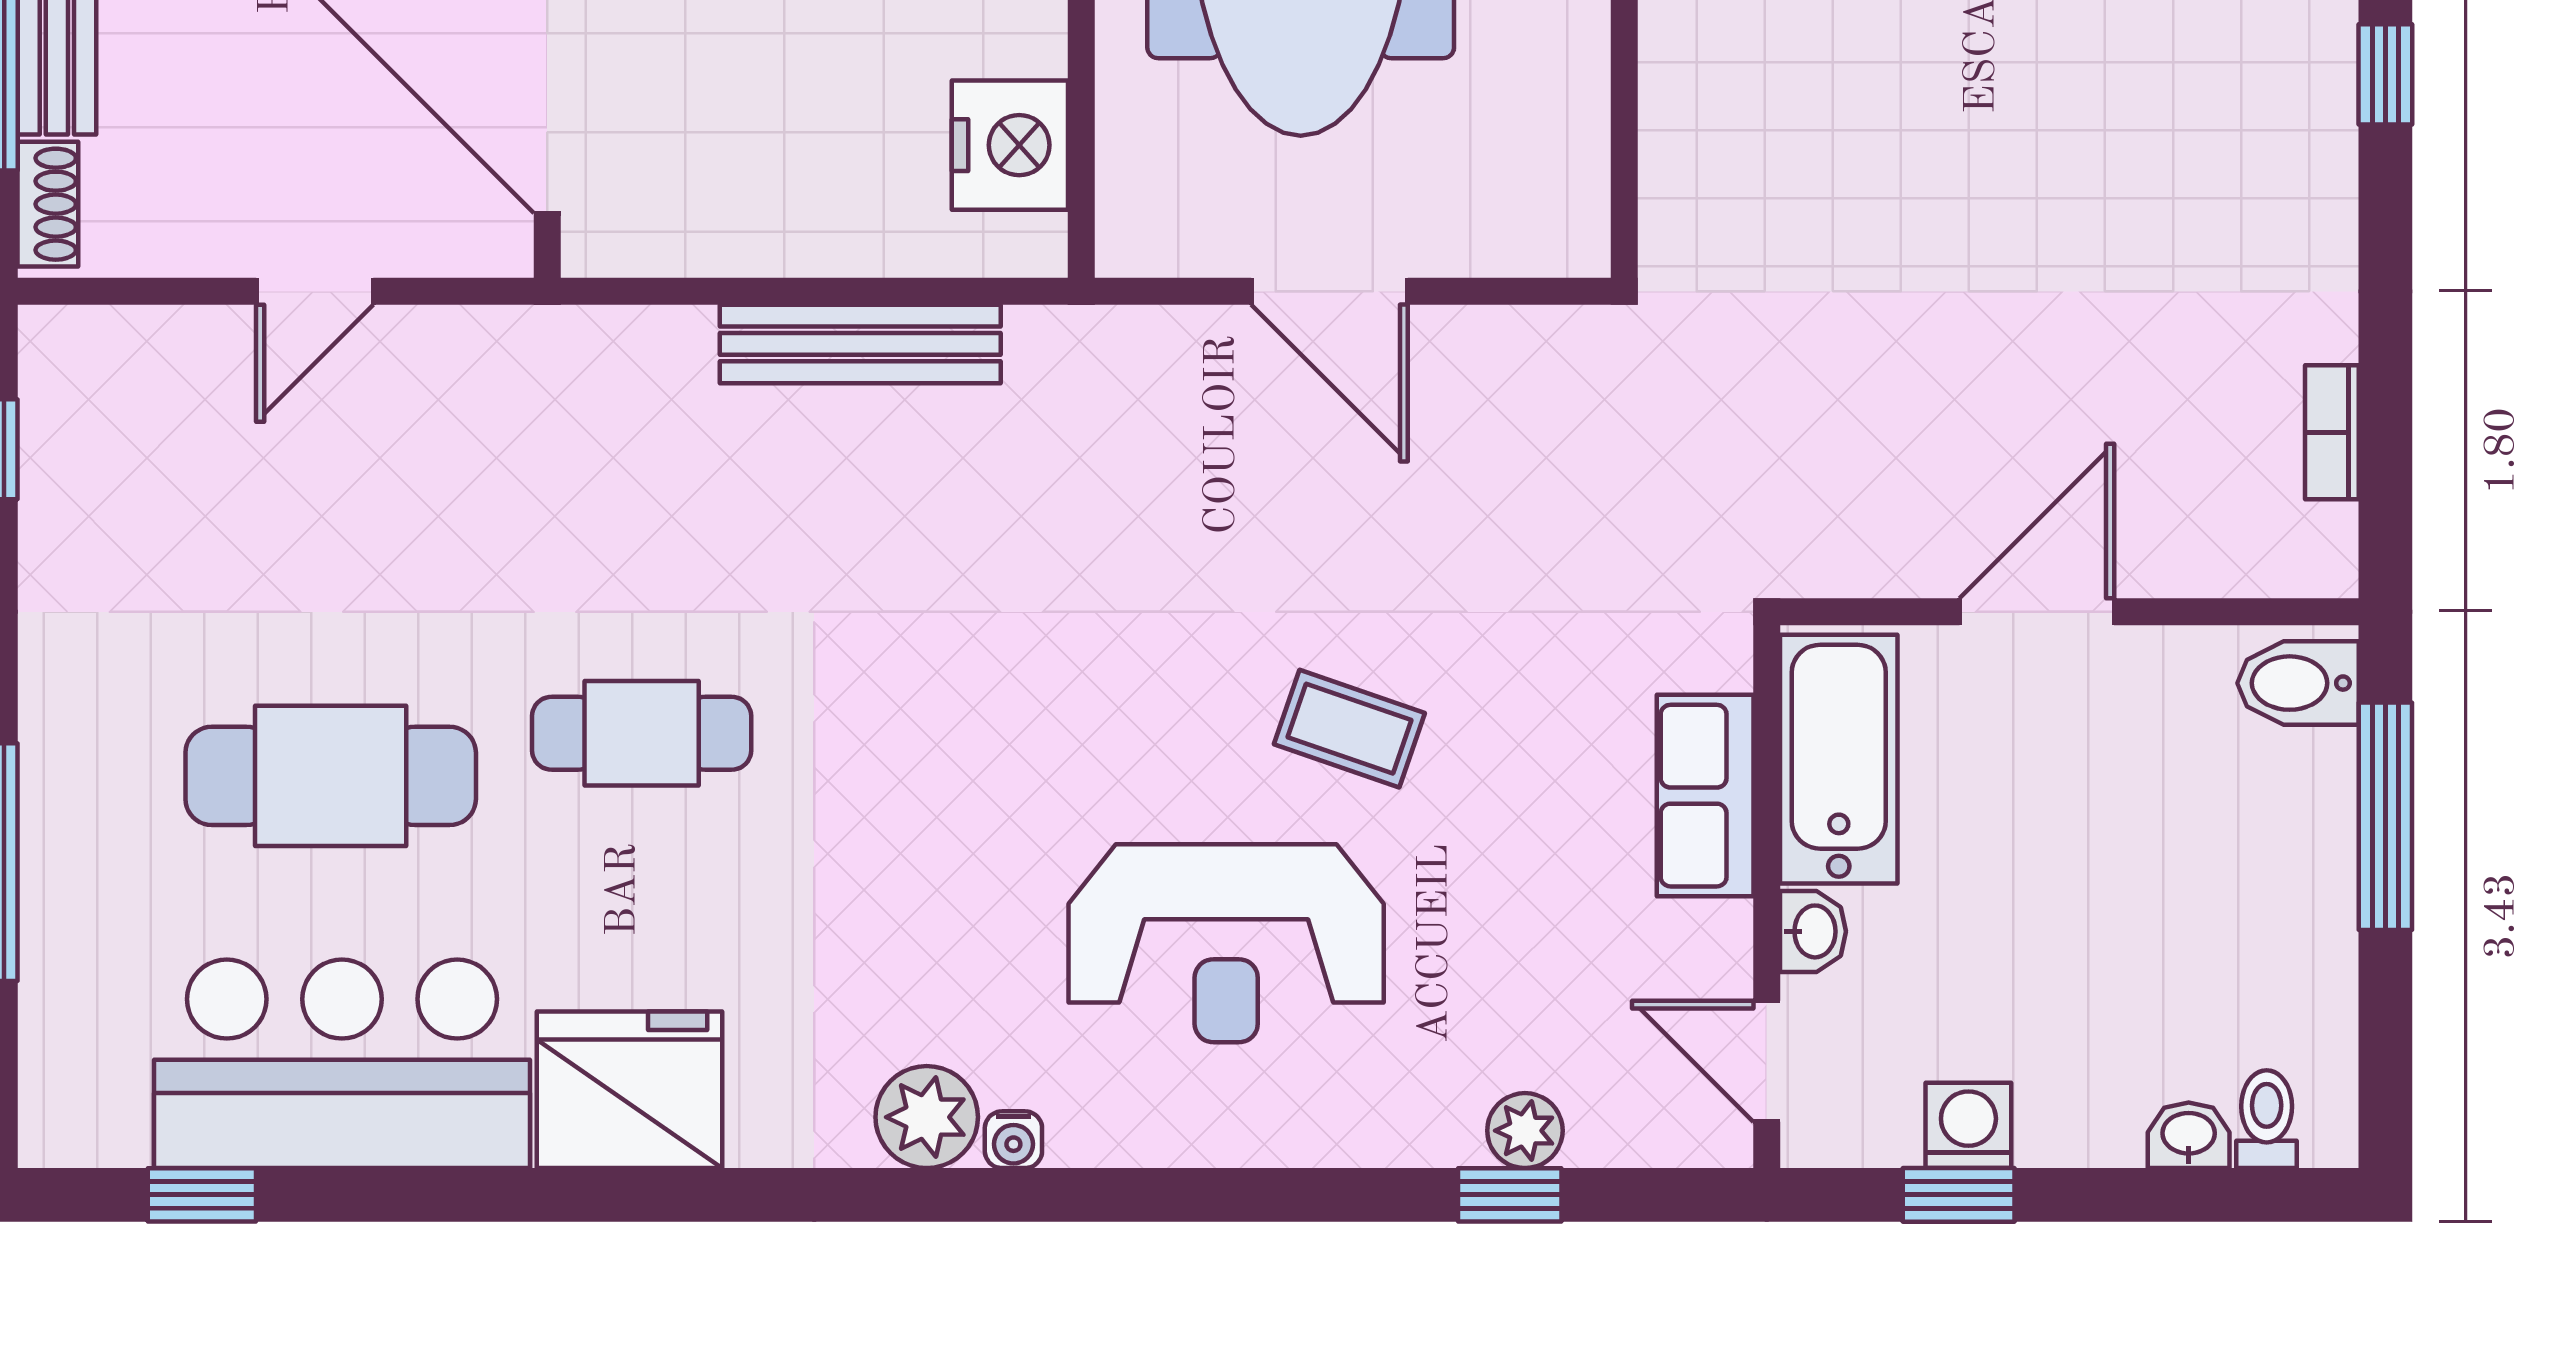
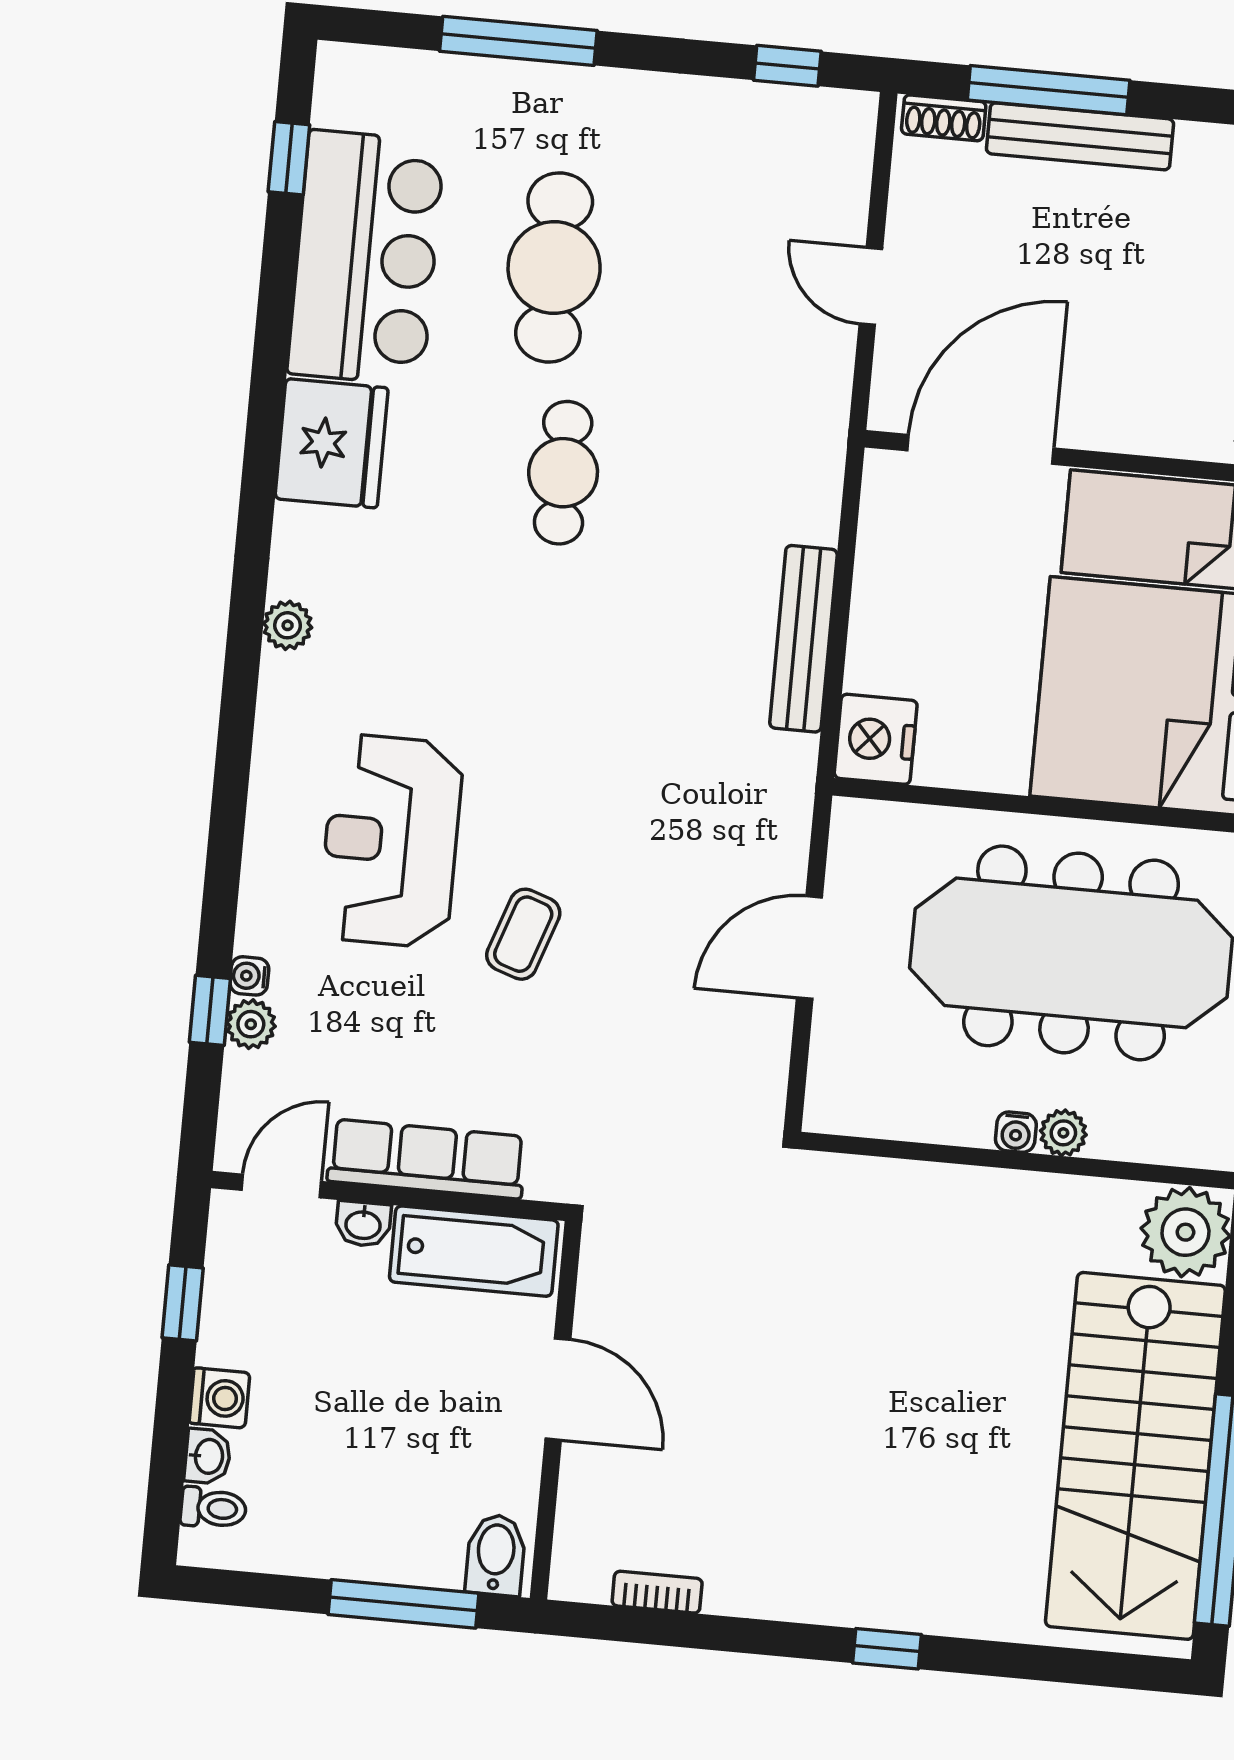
nightstand: (1010, 145) -> (876, 739), moved, turned 90
row of seats: (1705, 796) -> (427, 1159), width x1.48
plant: (927, 1117) -> (288, 625), width x0.73, depth x0.73
washing machine: (1968, 1125) -> (220, 1398), moved
water cooler: (1013, 1140) -> (249, 976), moved

